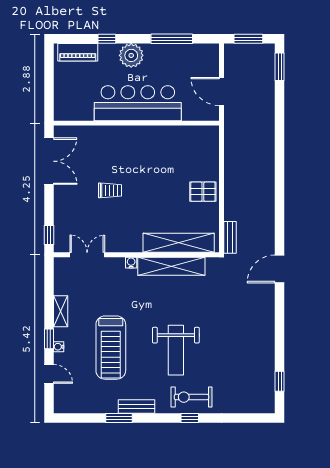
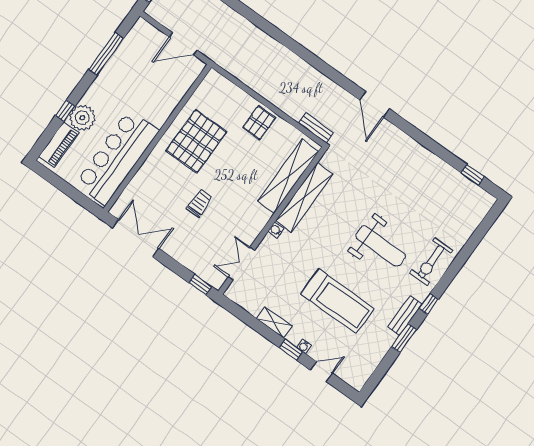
plant: (131, 55) -> (82, 118), moved
bar counter: (138, 103) -> (117, 157), moved
pallet: (155, 154) -> (196, 141), added
window: (190, 418) -> (429, 304), moved

